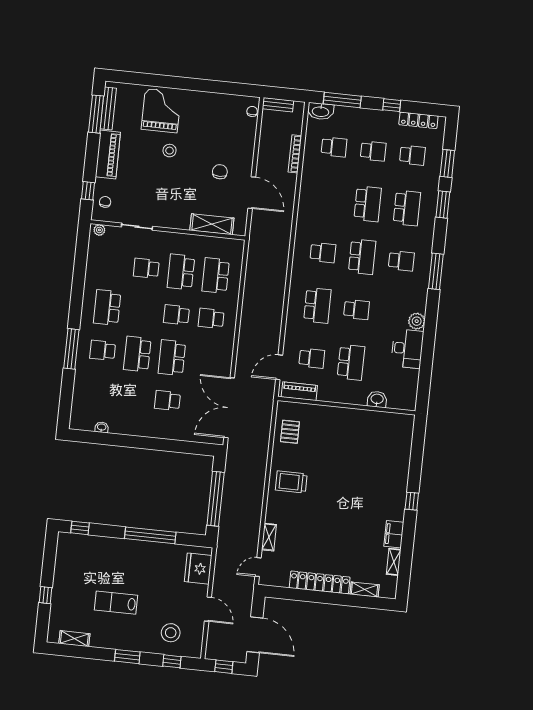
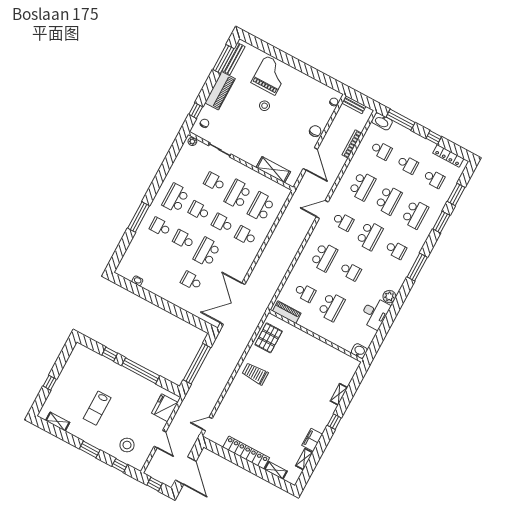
chair: (220, 172) -> (315, 131), moved
school desk: (328, 200) -> (362, 186), added
school desk: (142, 311) -> (199, 211), added
school desk: (137, 354) -> (183, 239), width x0.54
door: (279, 367) -> (322, 209), moved
washbasin: (377, 399) -> (359, 351), moved
pallet: (290, 432) -> (269, 338), width x1.50, depth x1.42
window: (80, 528) -> (110, 354), moved
shelving: (269, 537) -> (339, 394), moved
lab bench: (116, 603) -> (97, 408), turned -90

